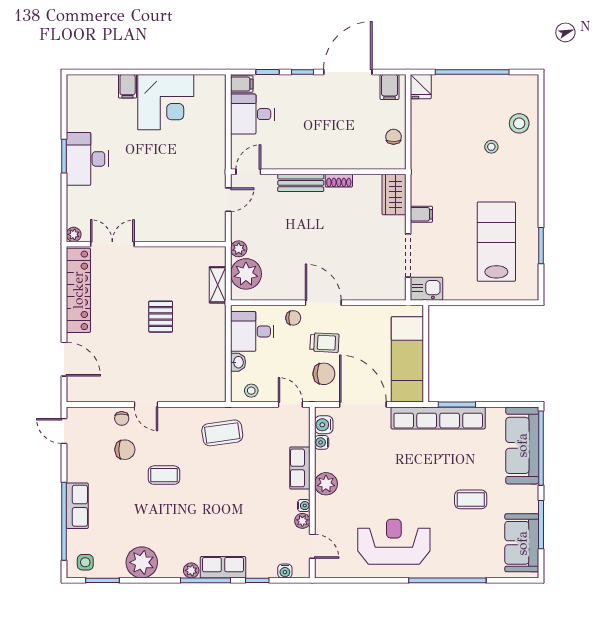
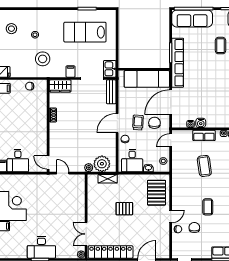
stool: (519, 123) -> (11, 29), moved
stool: (445, 161) -> (43, 59), added
bench: (301, 183) -> (111, 92), moved
pallet: (191, 378) -> (156, 193), added
water cooler: (324, 425) -> (201, 123), moved
coffee table: (222, 433) -> (204, 166), moved
plant: (326, 484) -> (212, 122), removed

